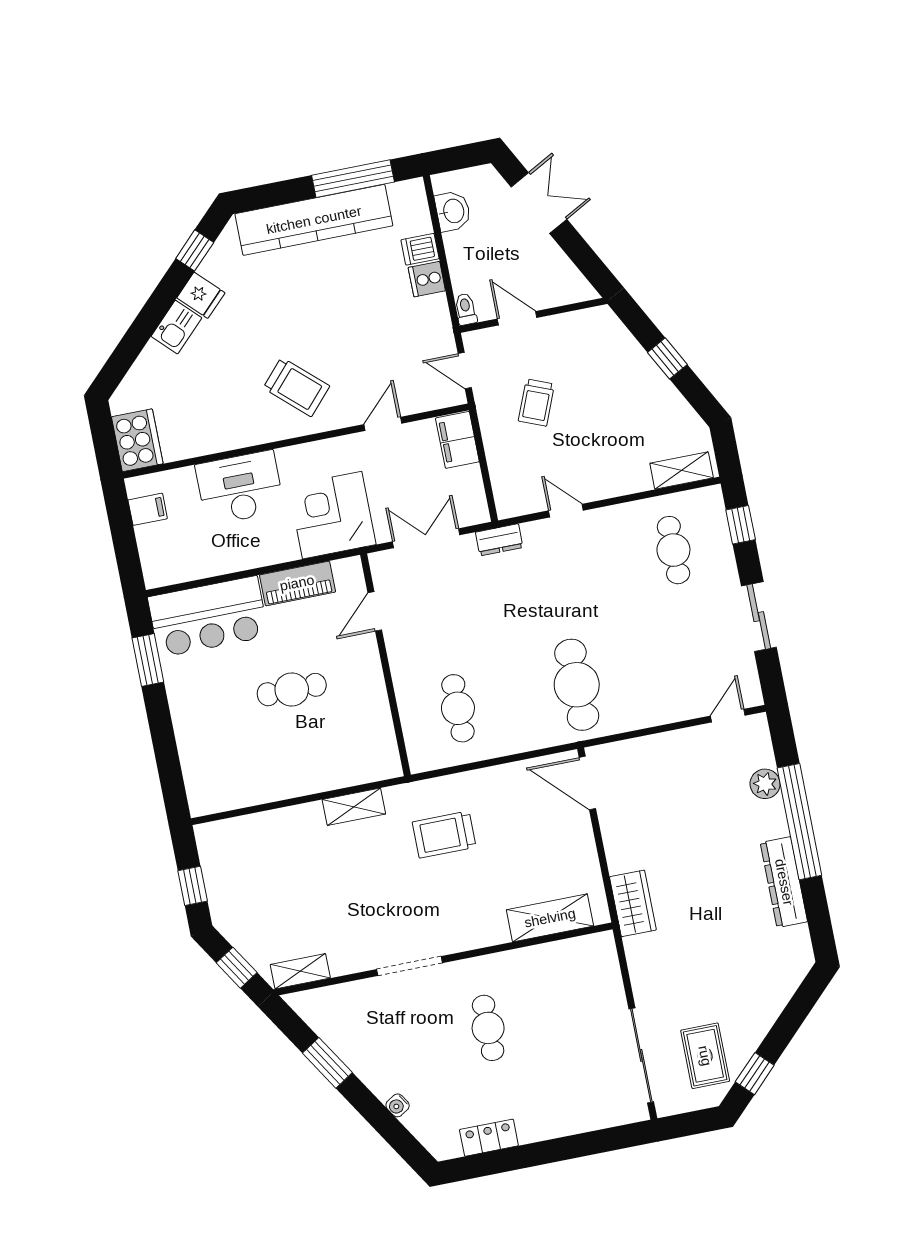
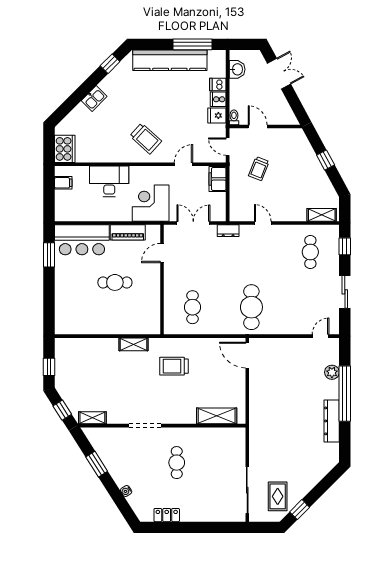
fridge: (201, 295) -> (217, 115), moved, turned 135
wardrobe: (633, 903) -> (258, 417), removed

